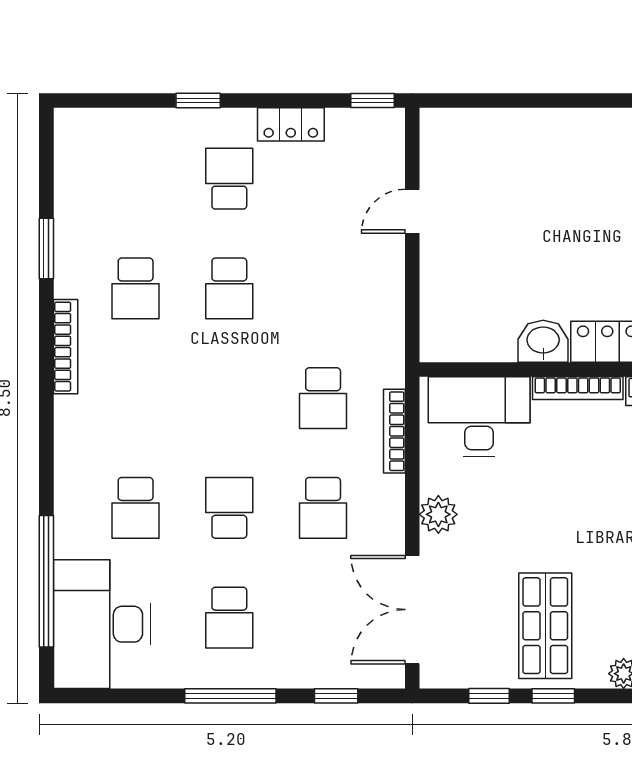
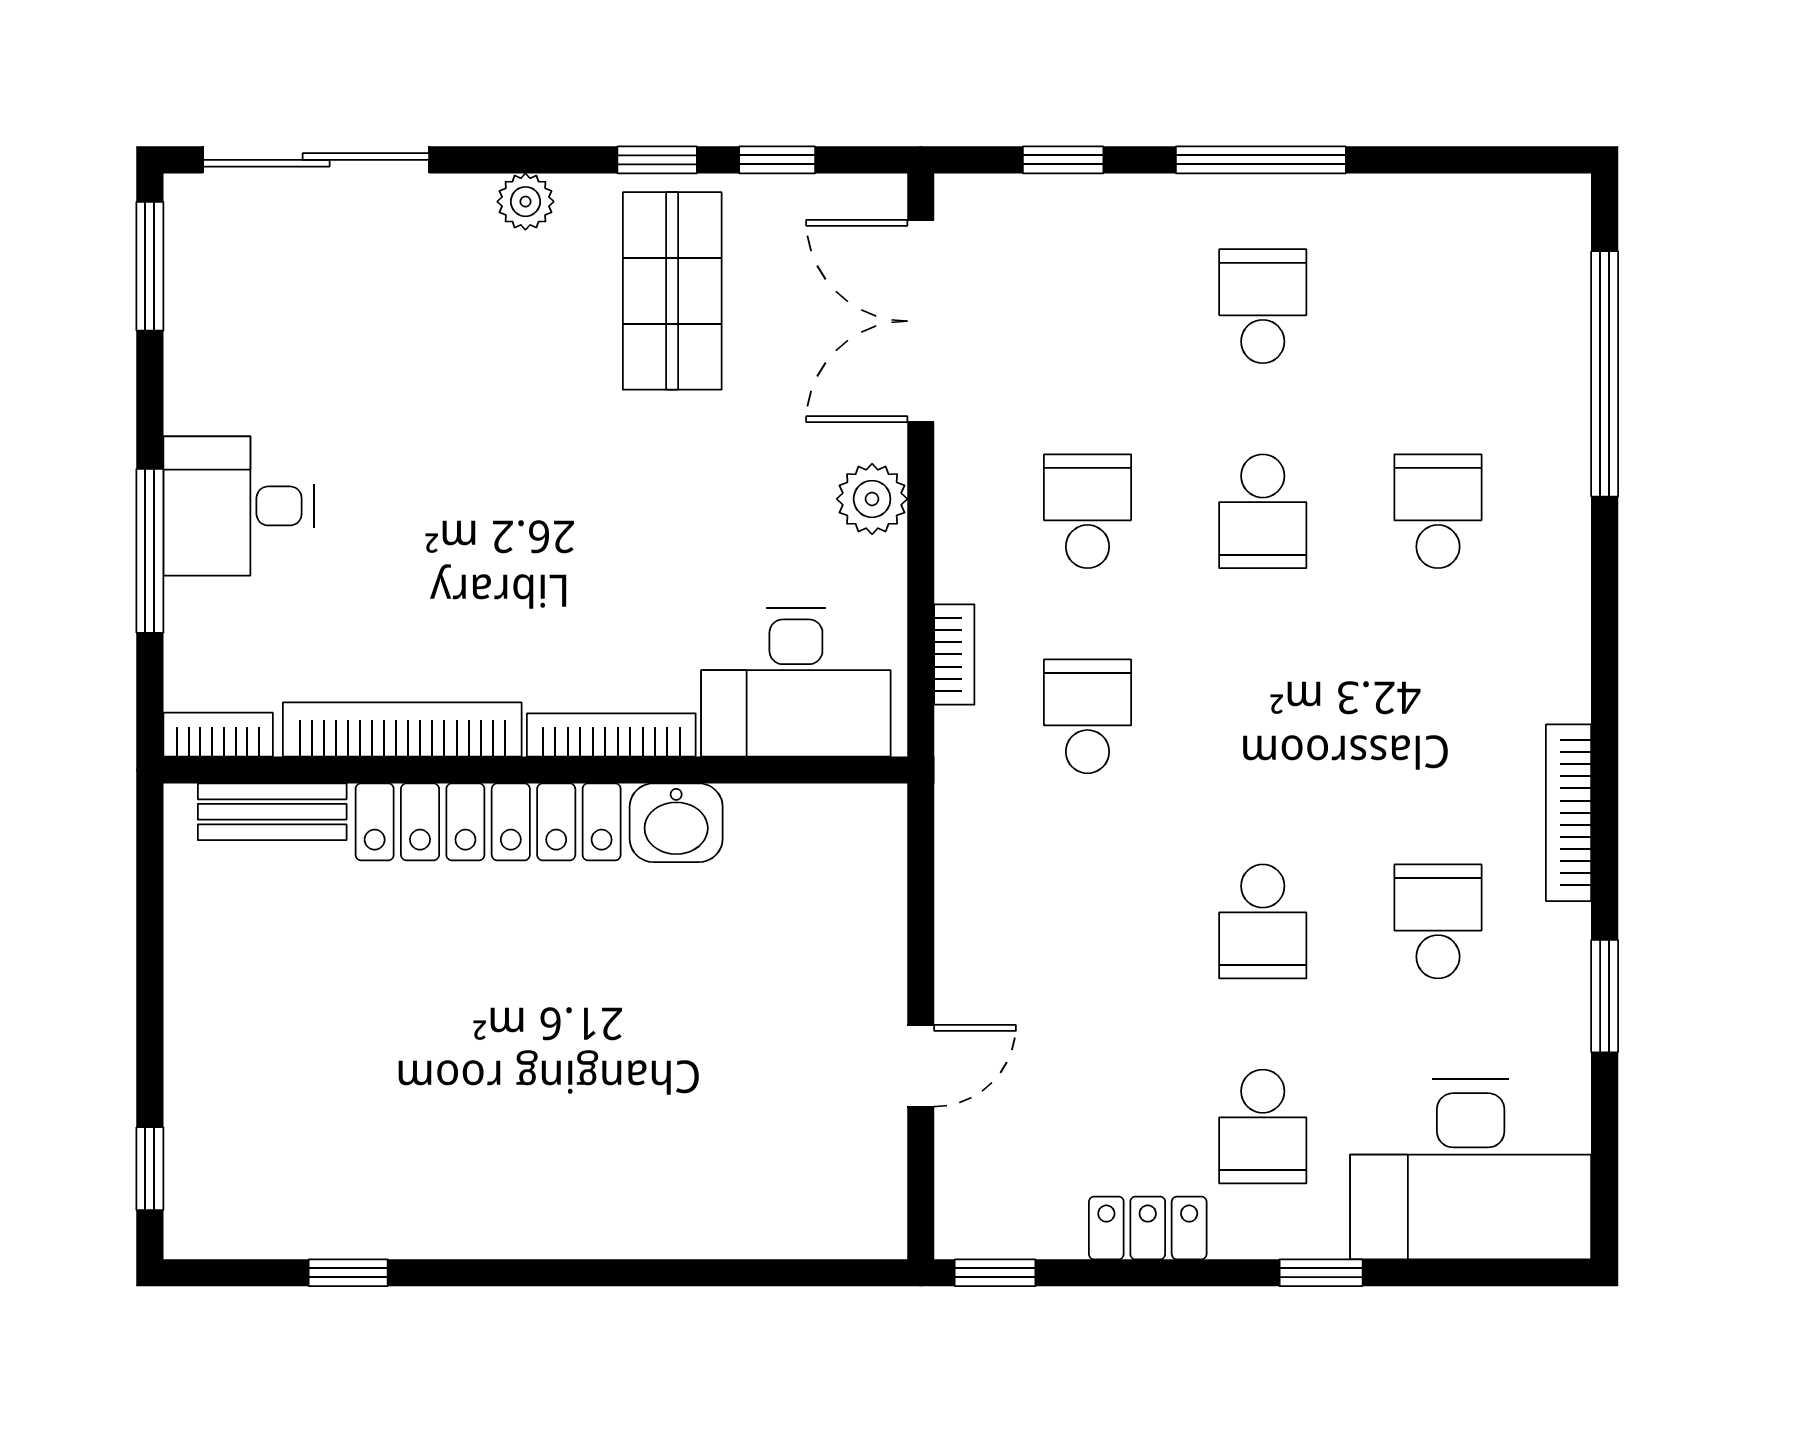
school desk: (229, 288) -> (1263, 921), turned 180
bookcase: (394, 431) -> (954, 654), width x0.64
double door: (412, 610) -> (921, 321), swing flipped
desk: (102, 624) -> (1471, 1169), moved, turned 90

